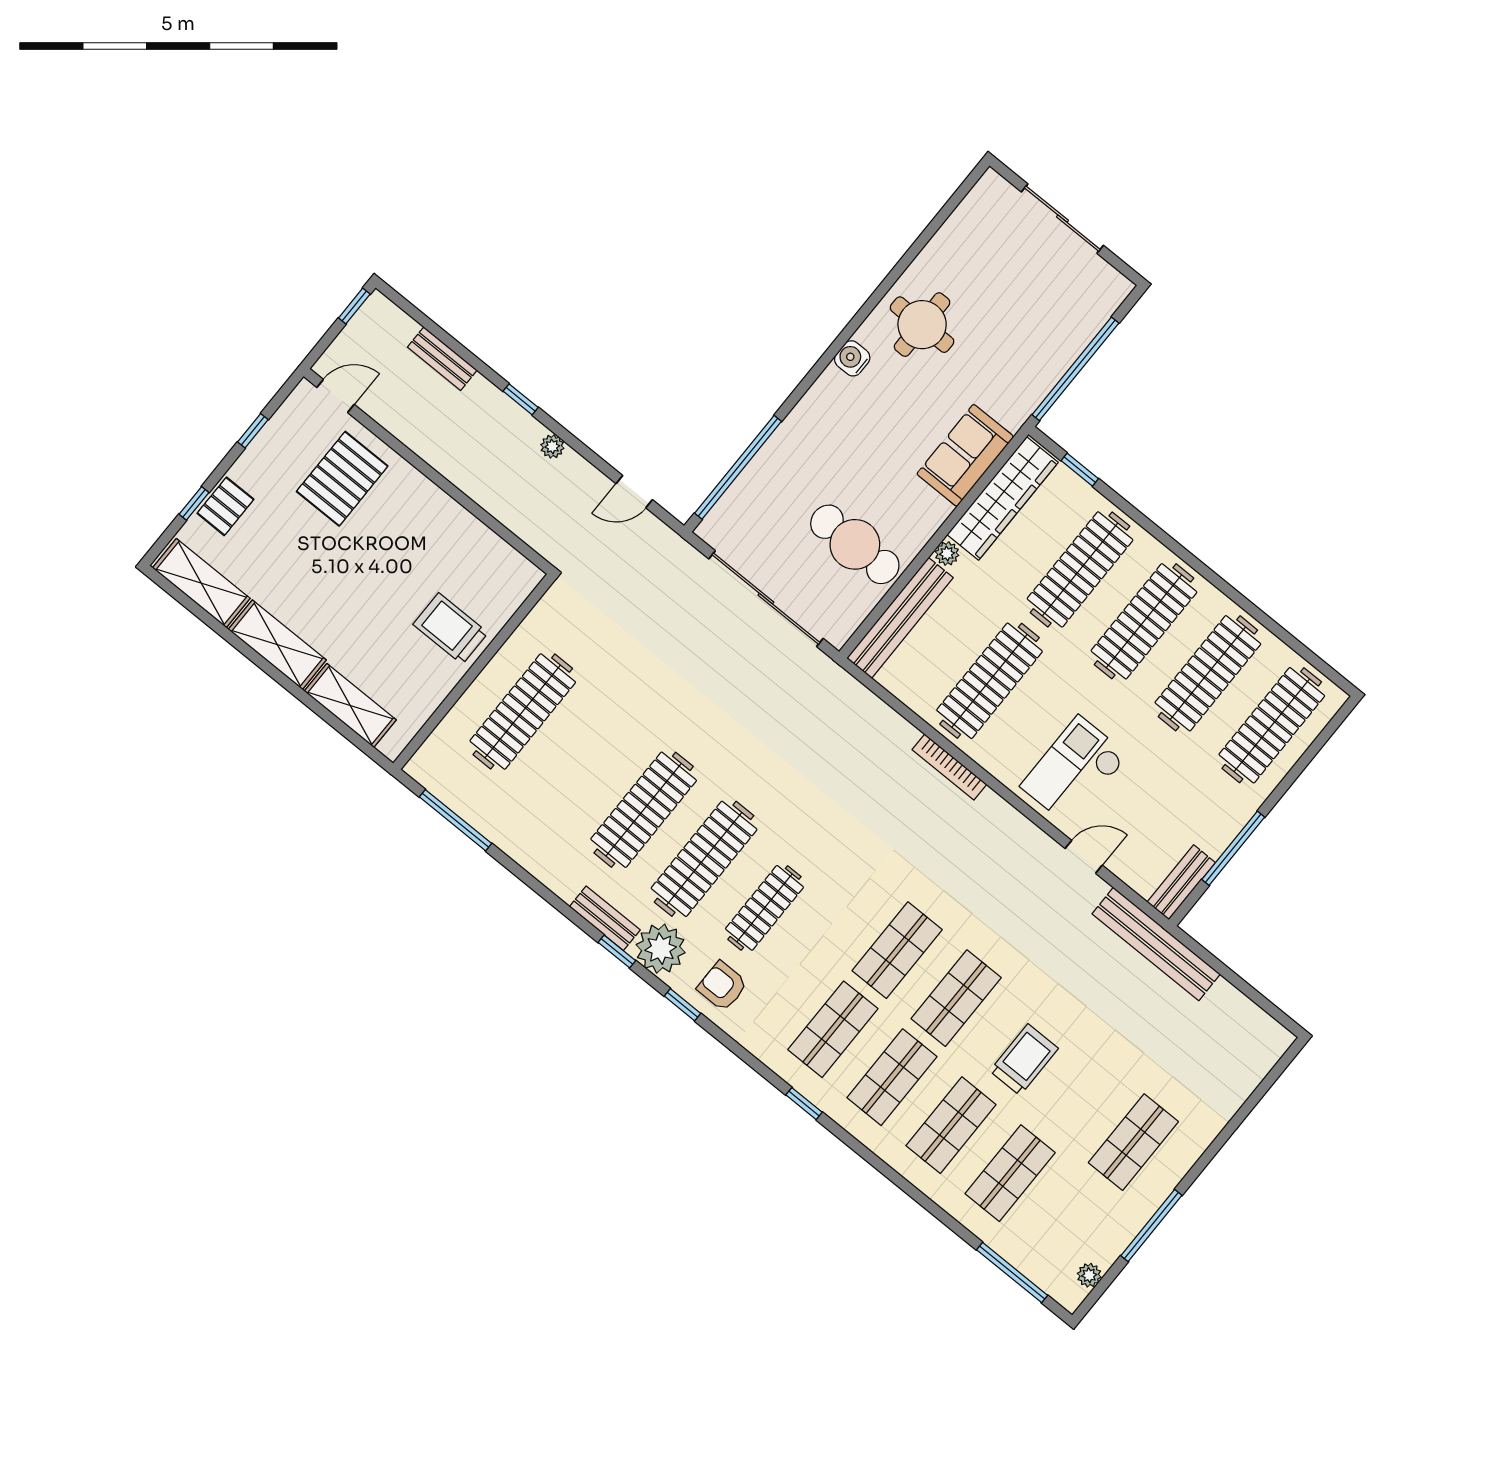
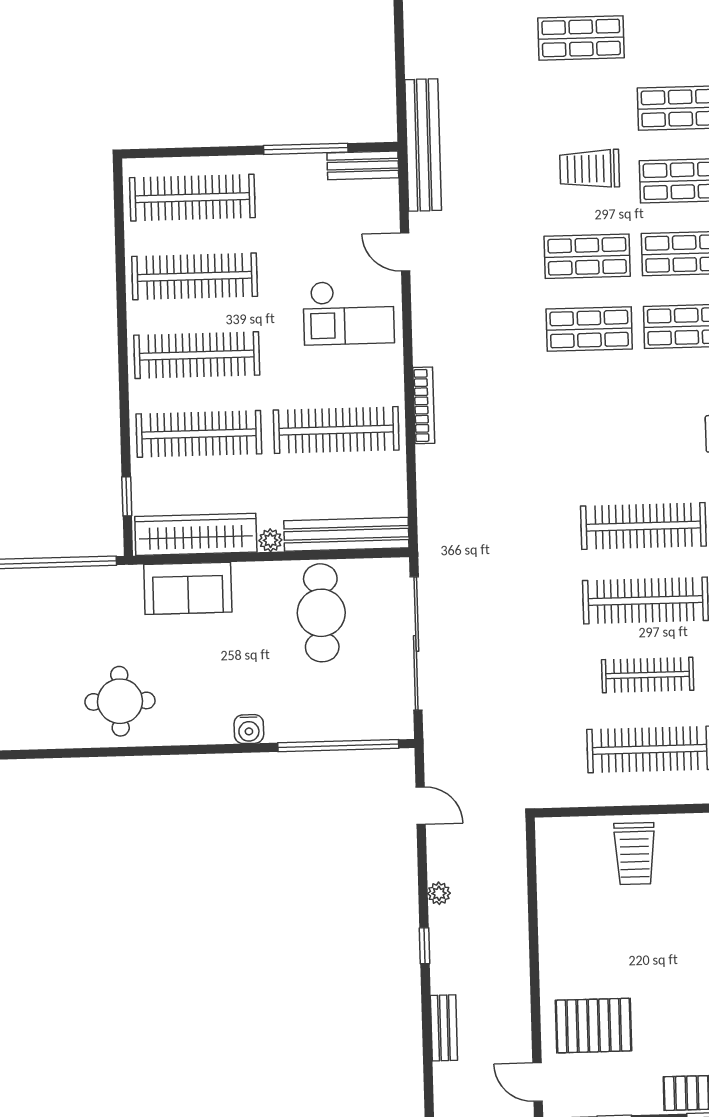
water cooler: (852, 358) -> (249, 729), moved
clothes rail: (764, 908) -> (648, 675), moved

